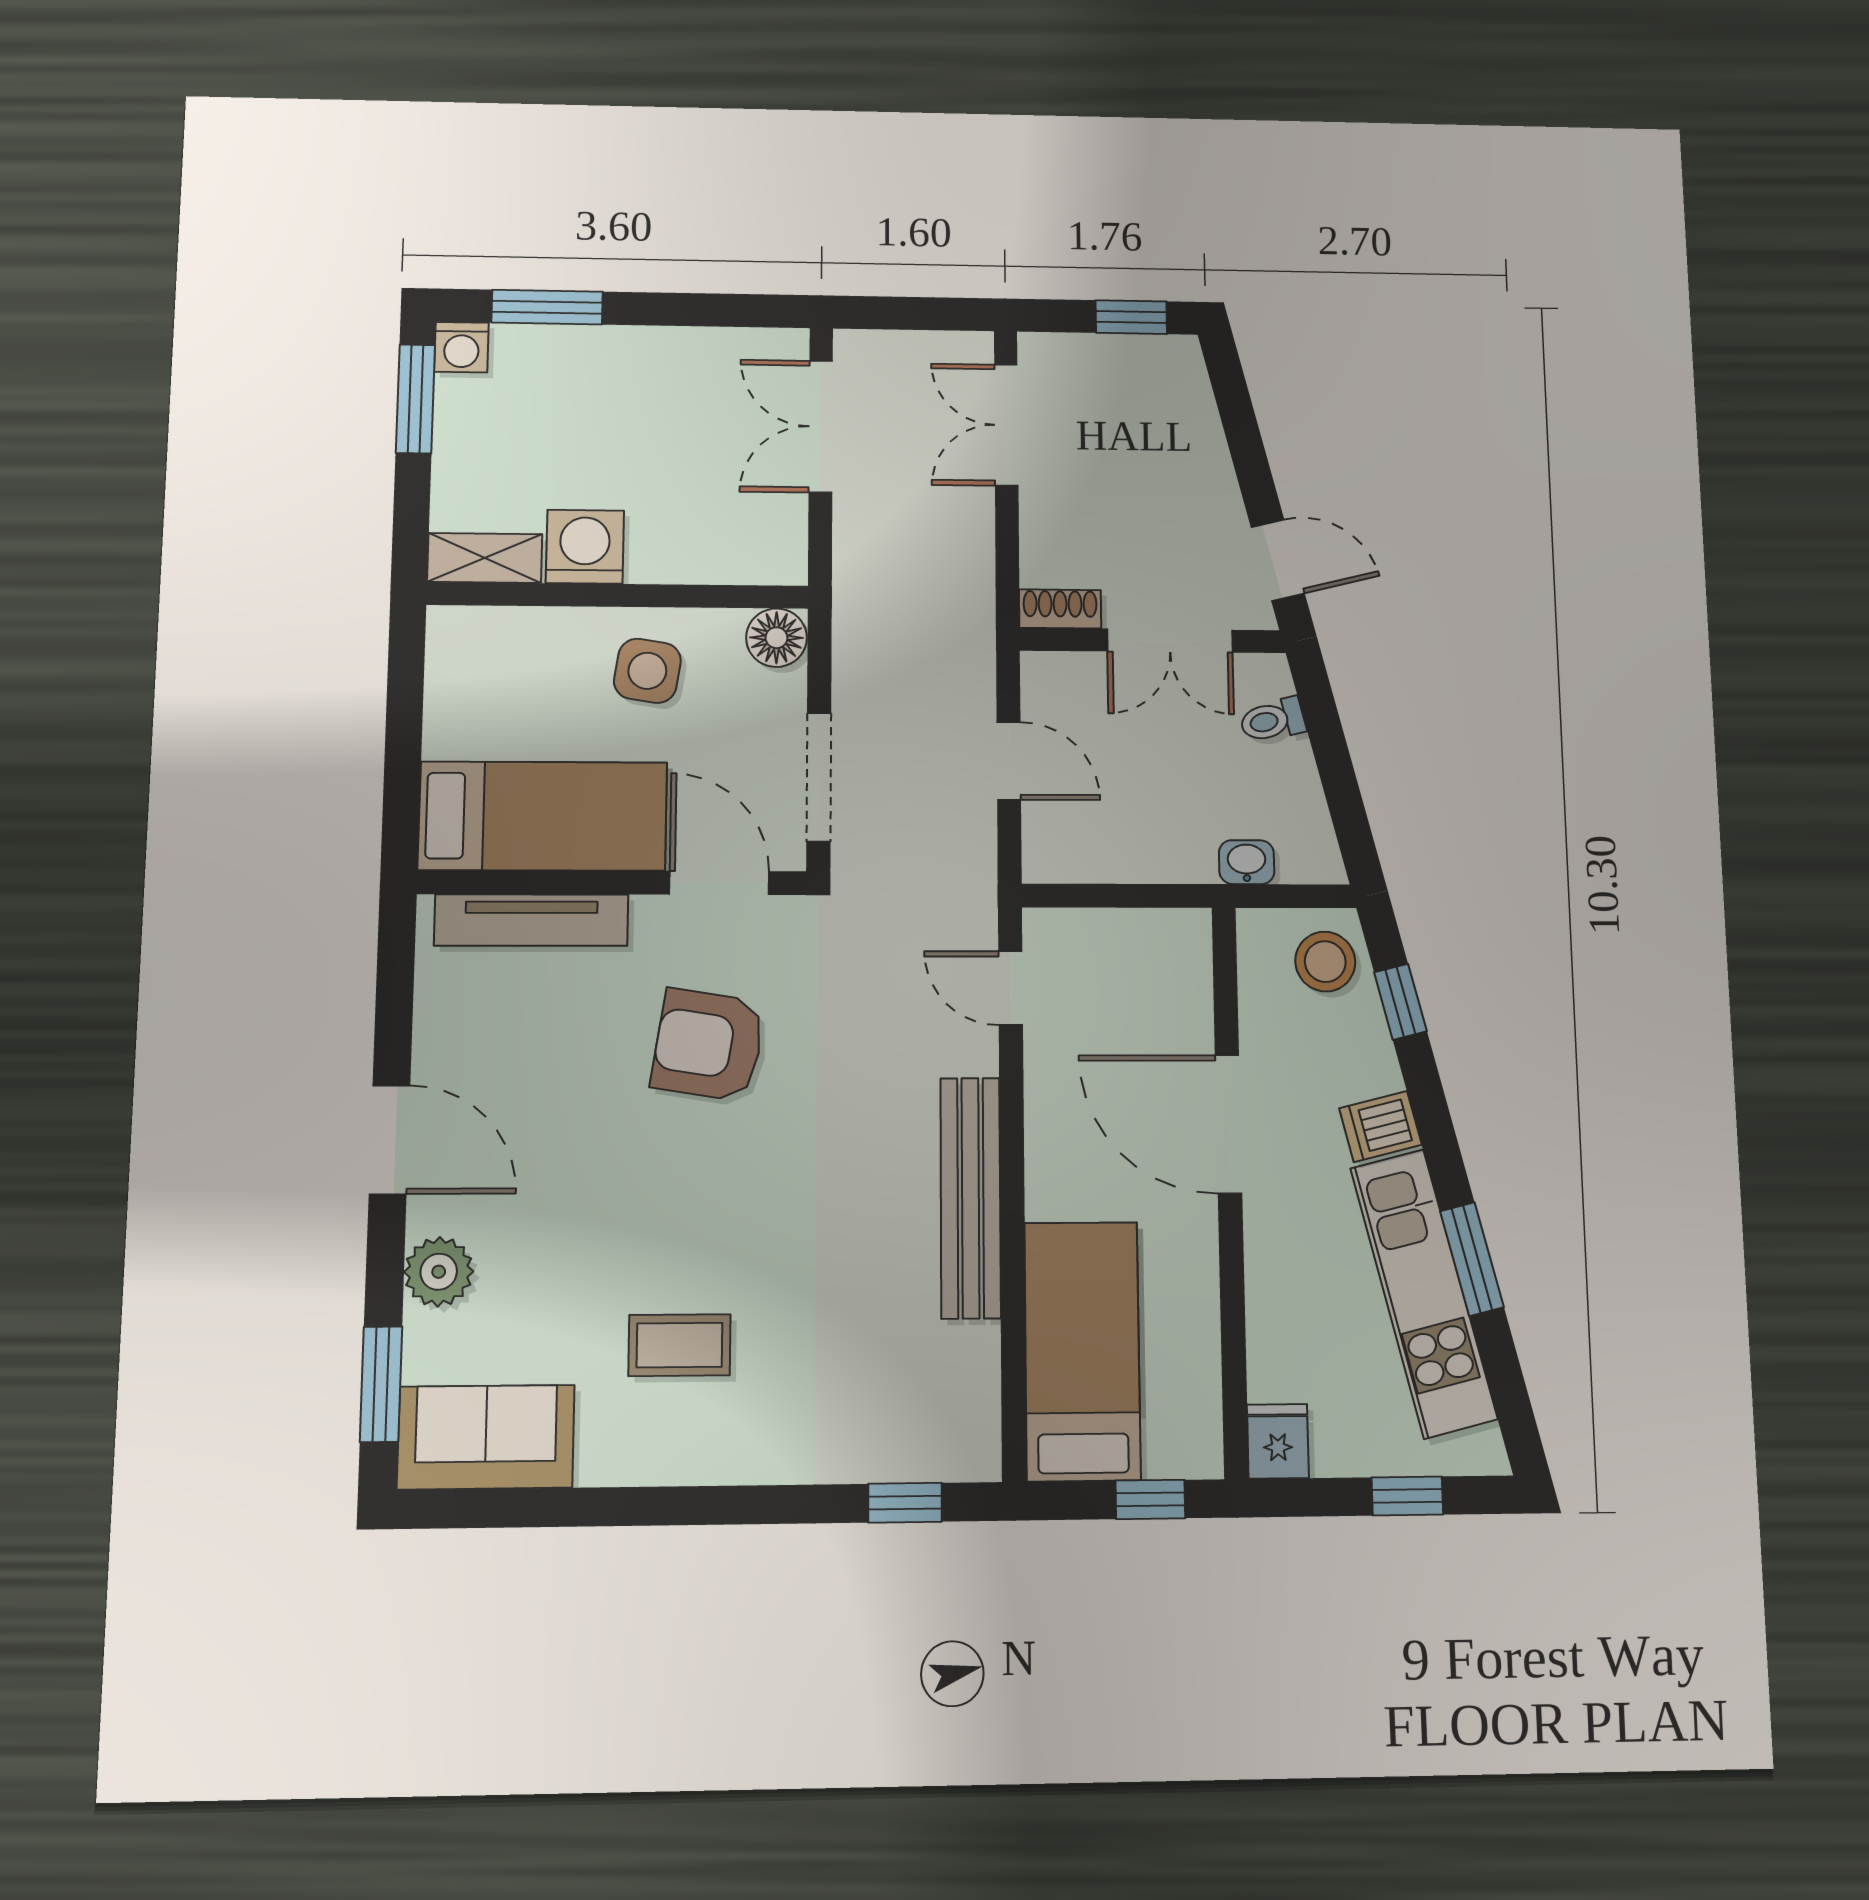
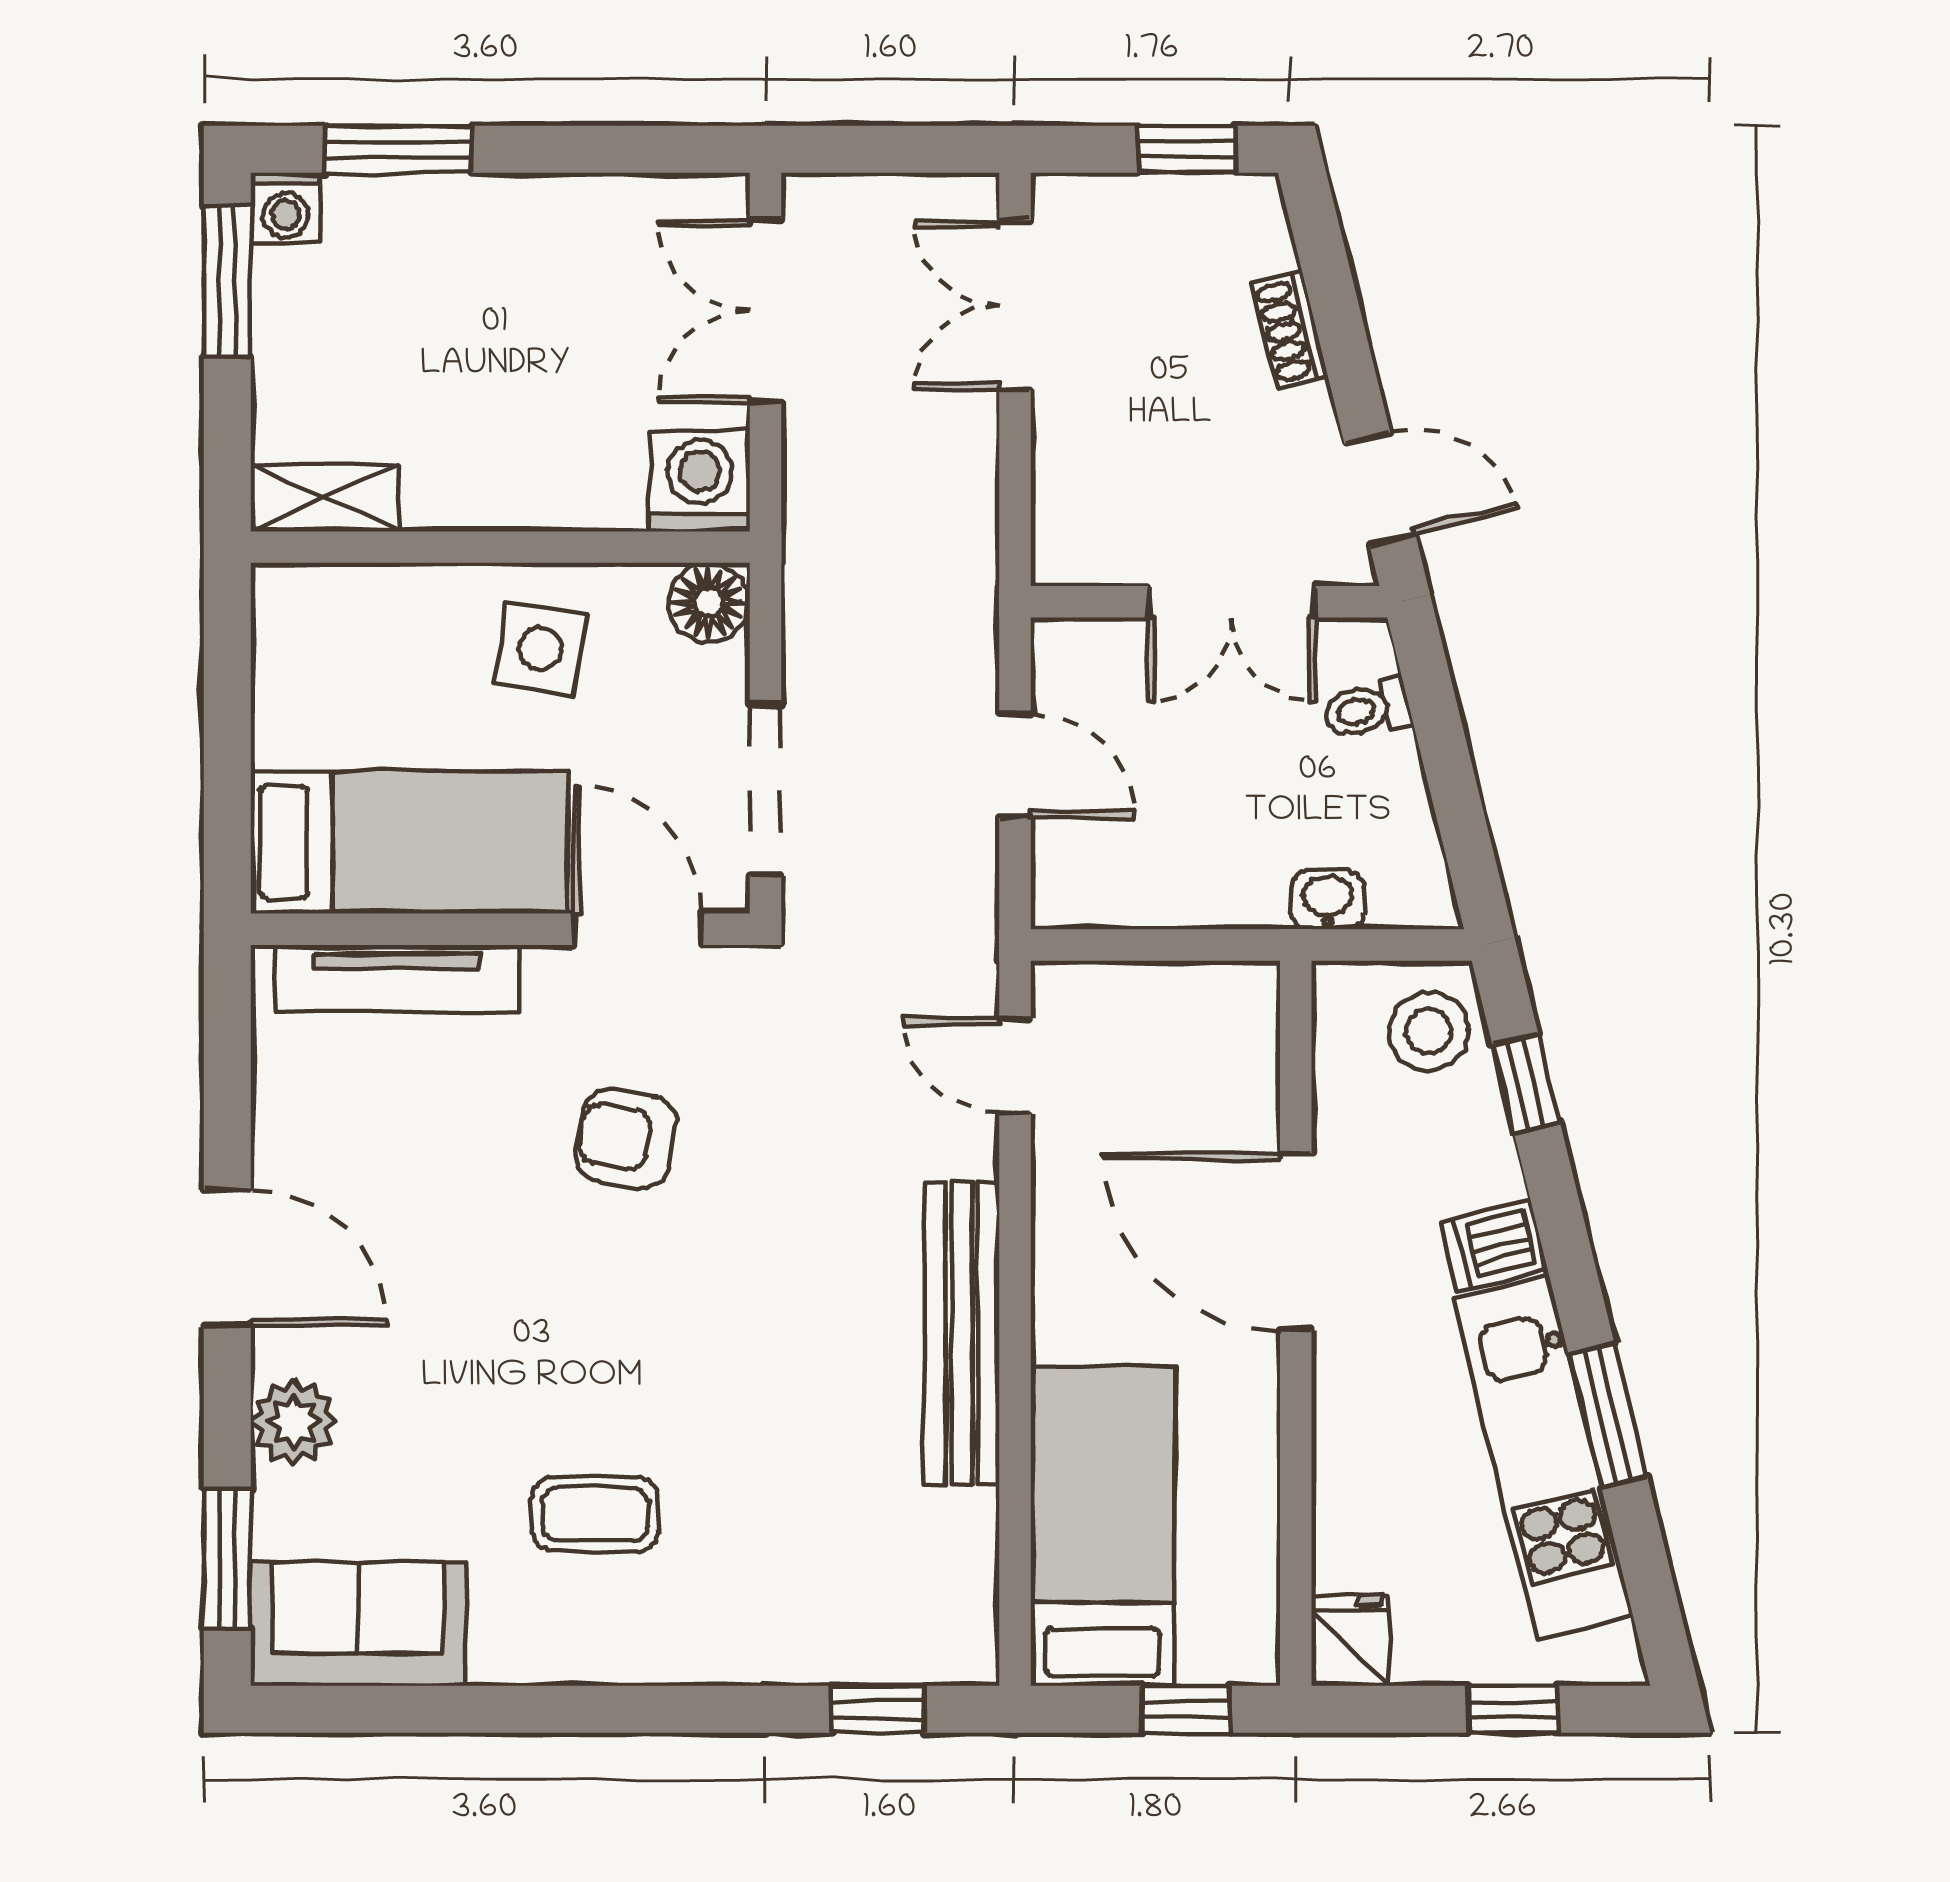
washing machine: (585, 547) -> (700, 481), moved
shoe rack: (1060, 609) -> (1289, 330), moved, turned -104
armchair: (708, 1045) -> (626, 1139), width x0.72, depth x0.72

